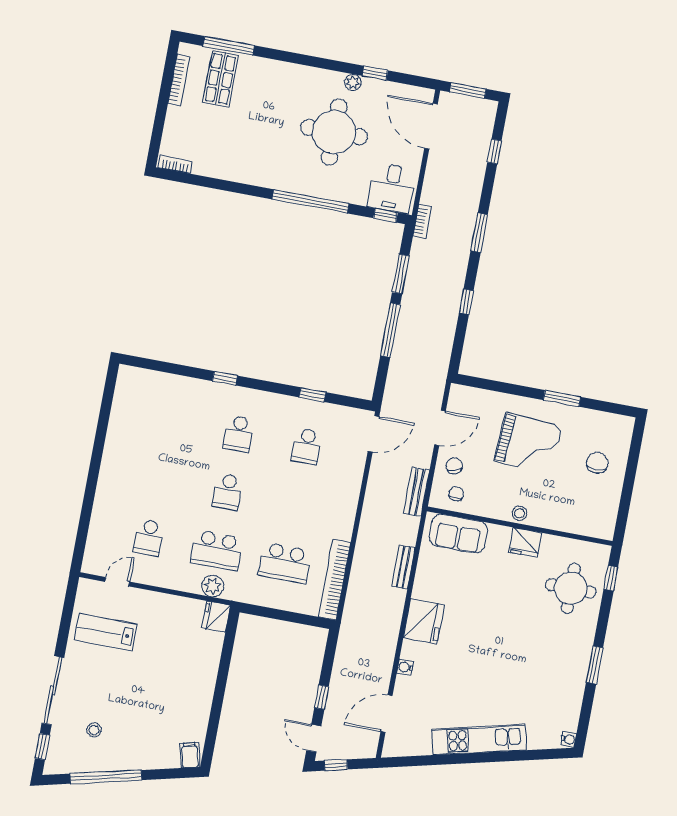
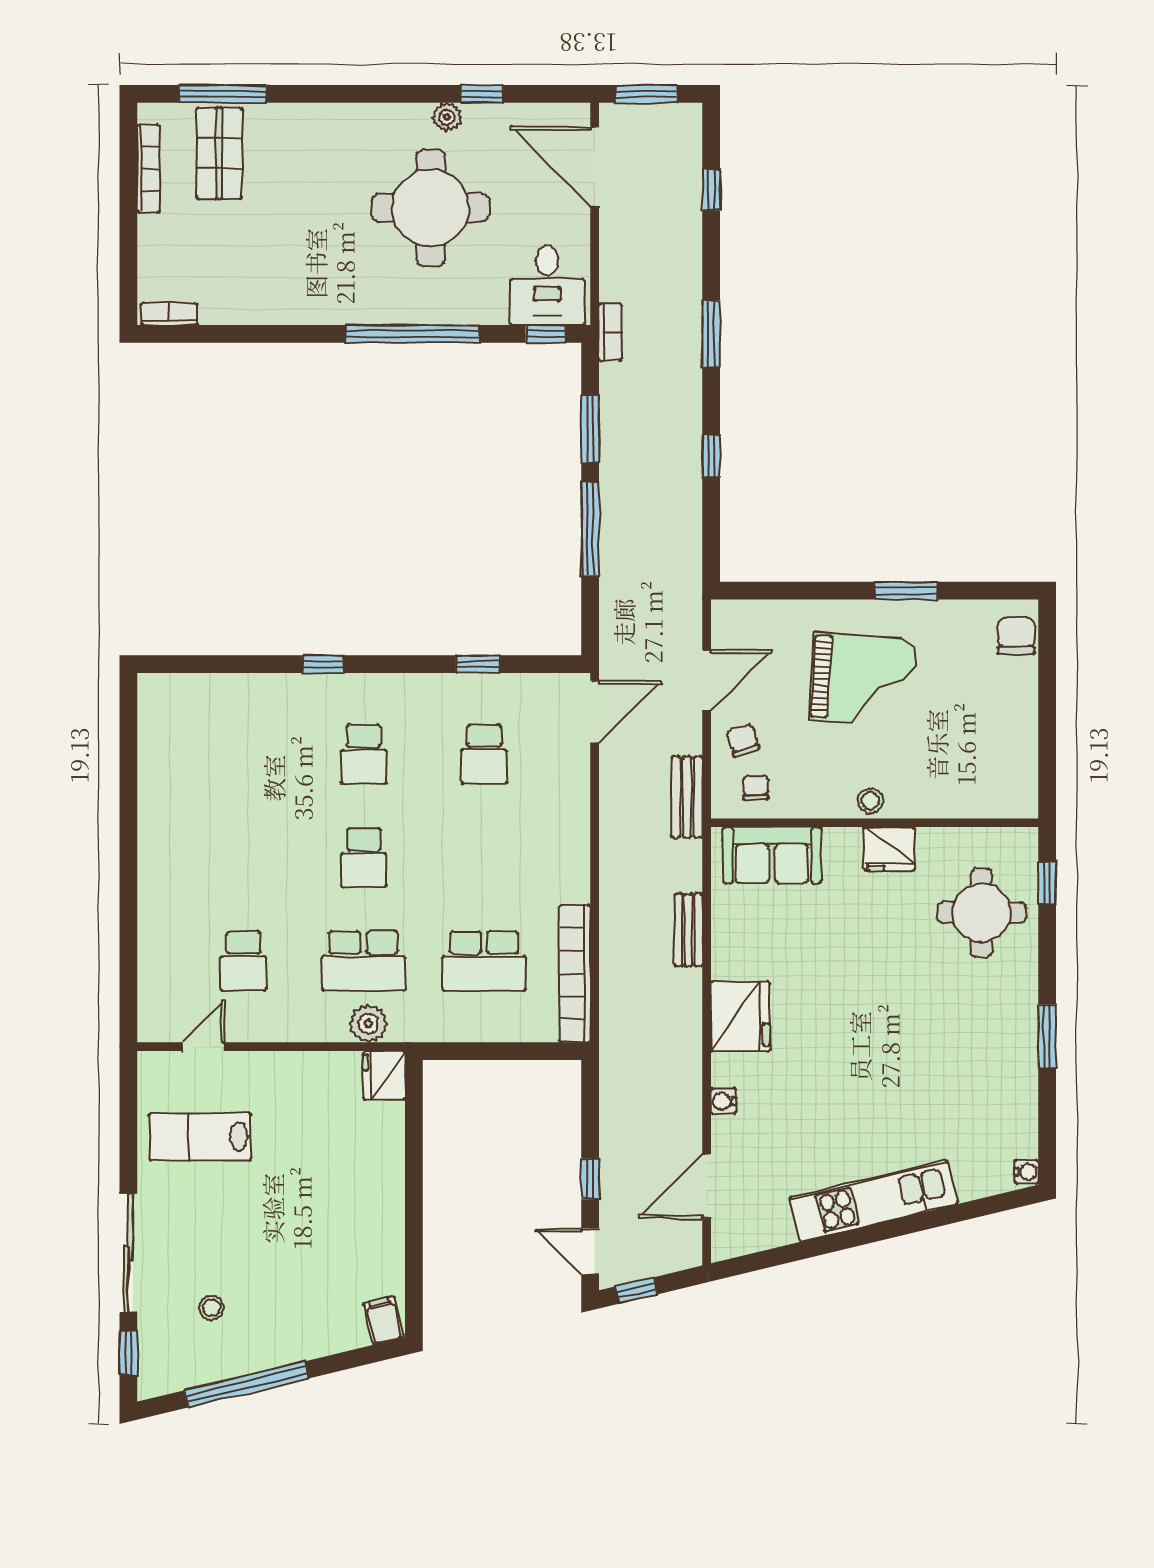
chair: (597, 463) -> (1016, 636), moved

